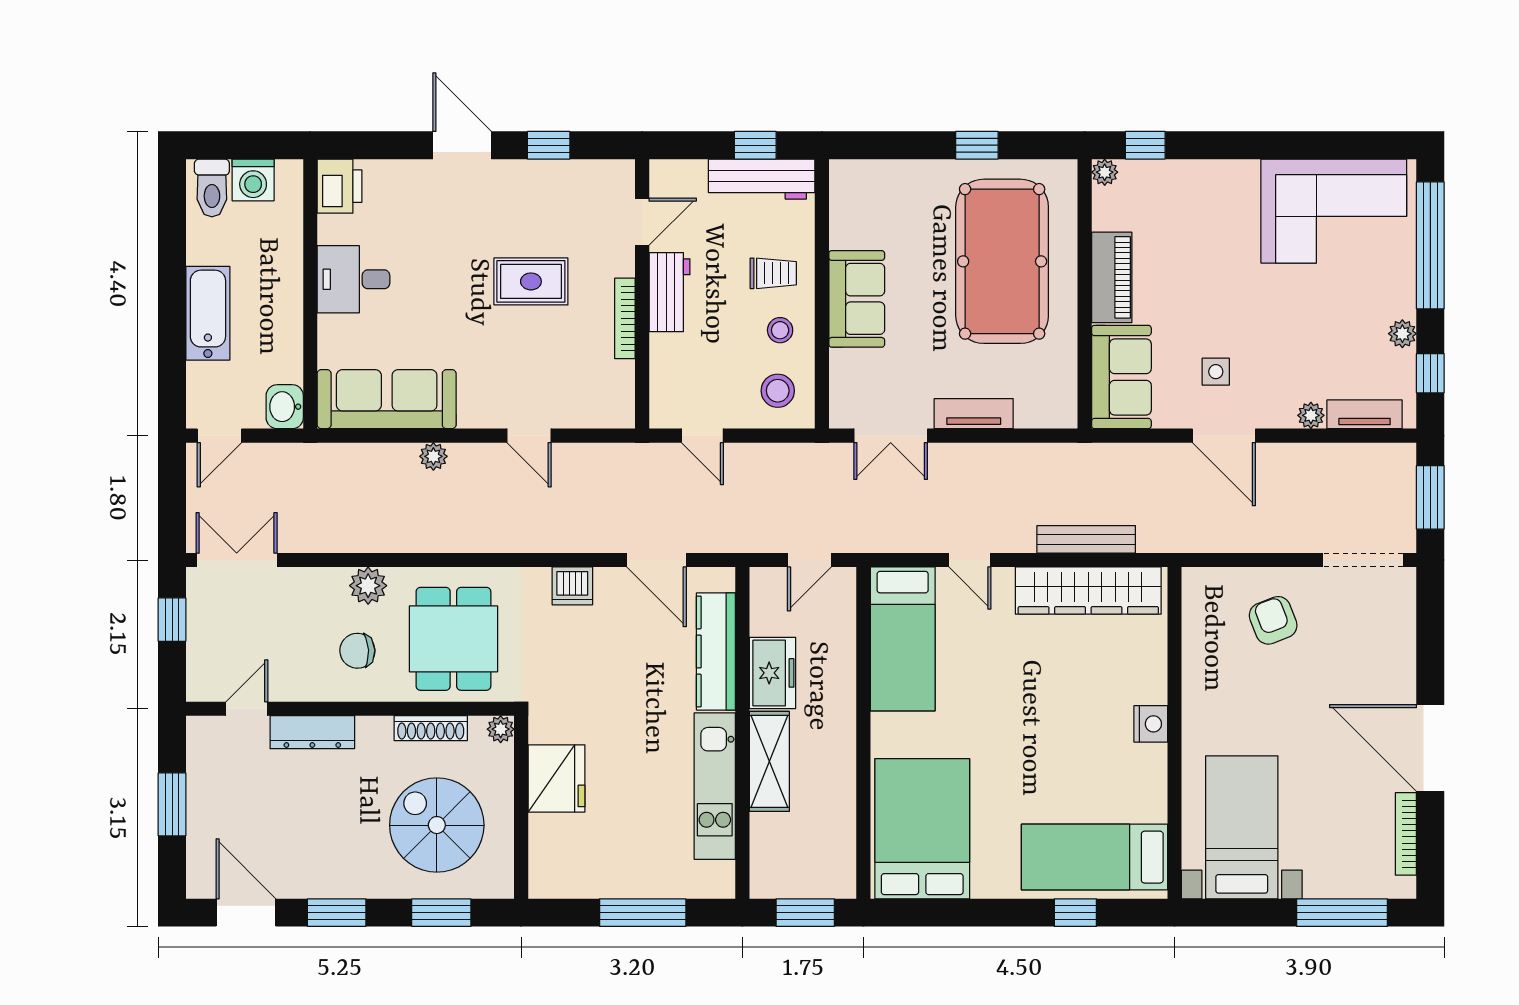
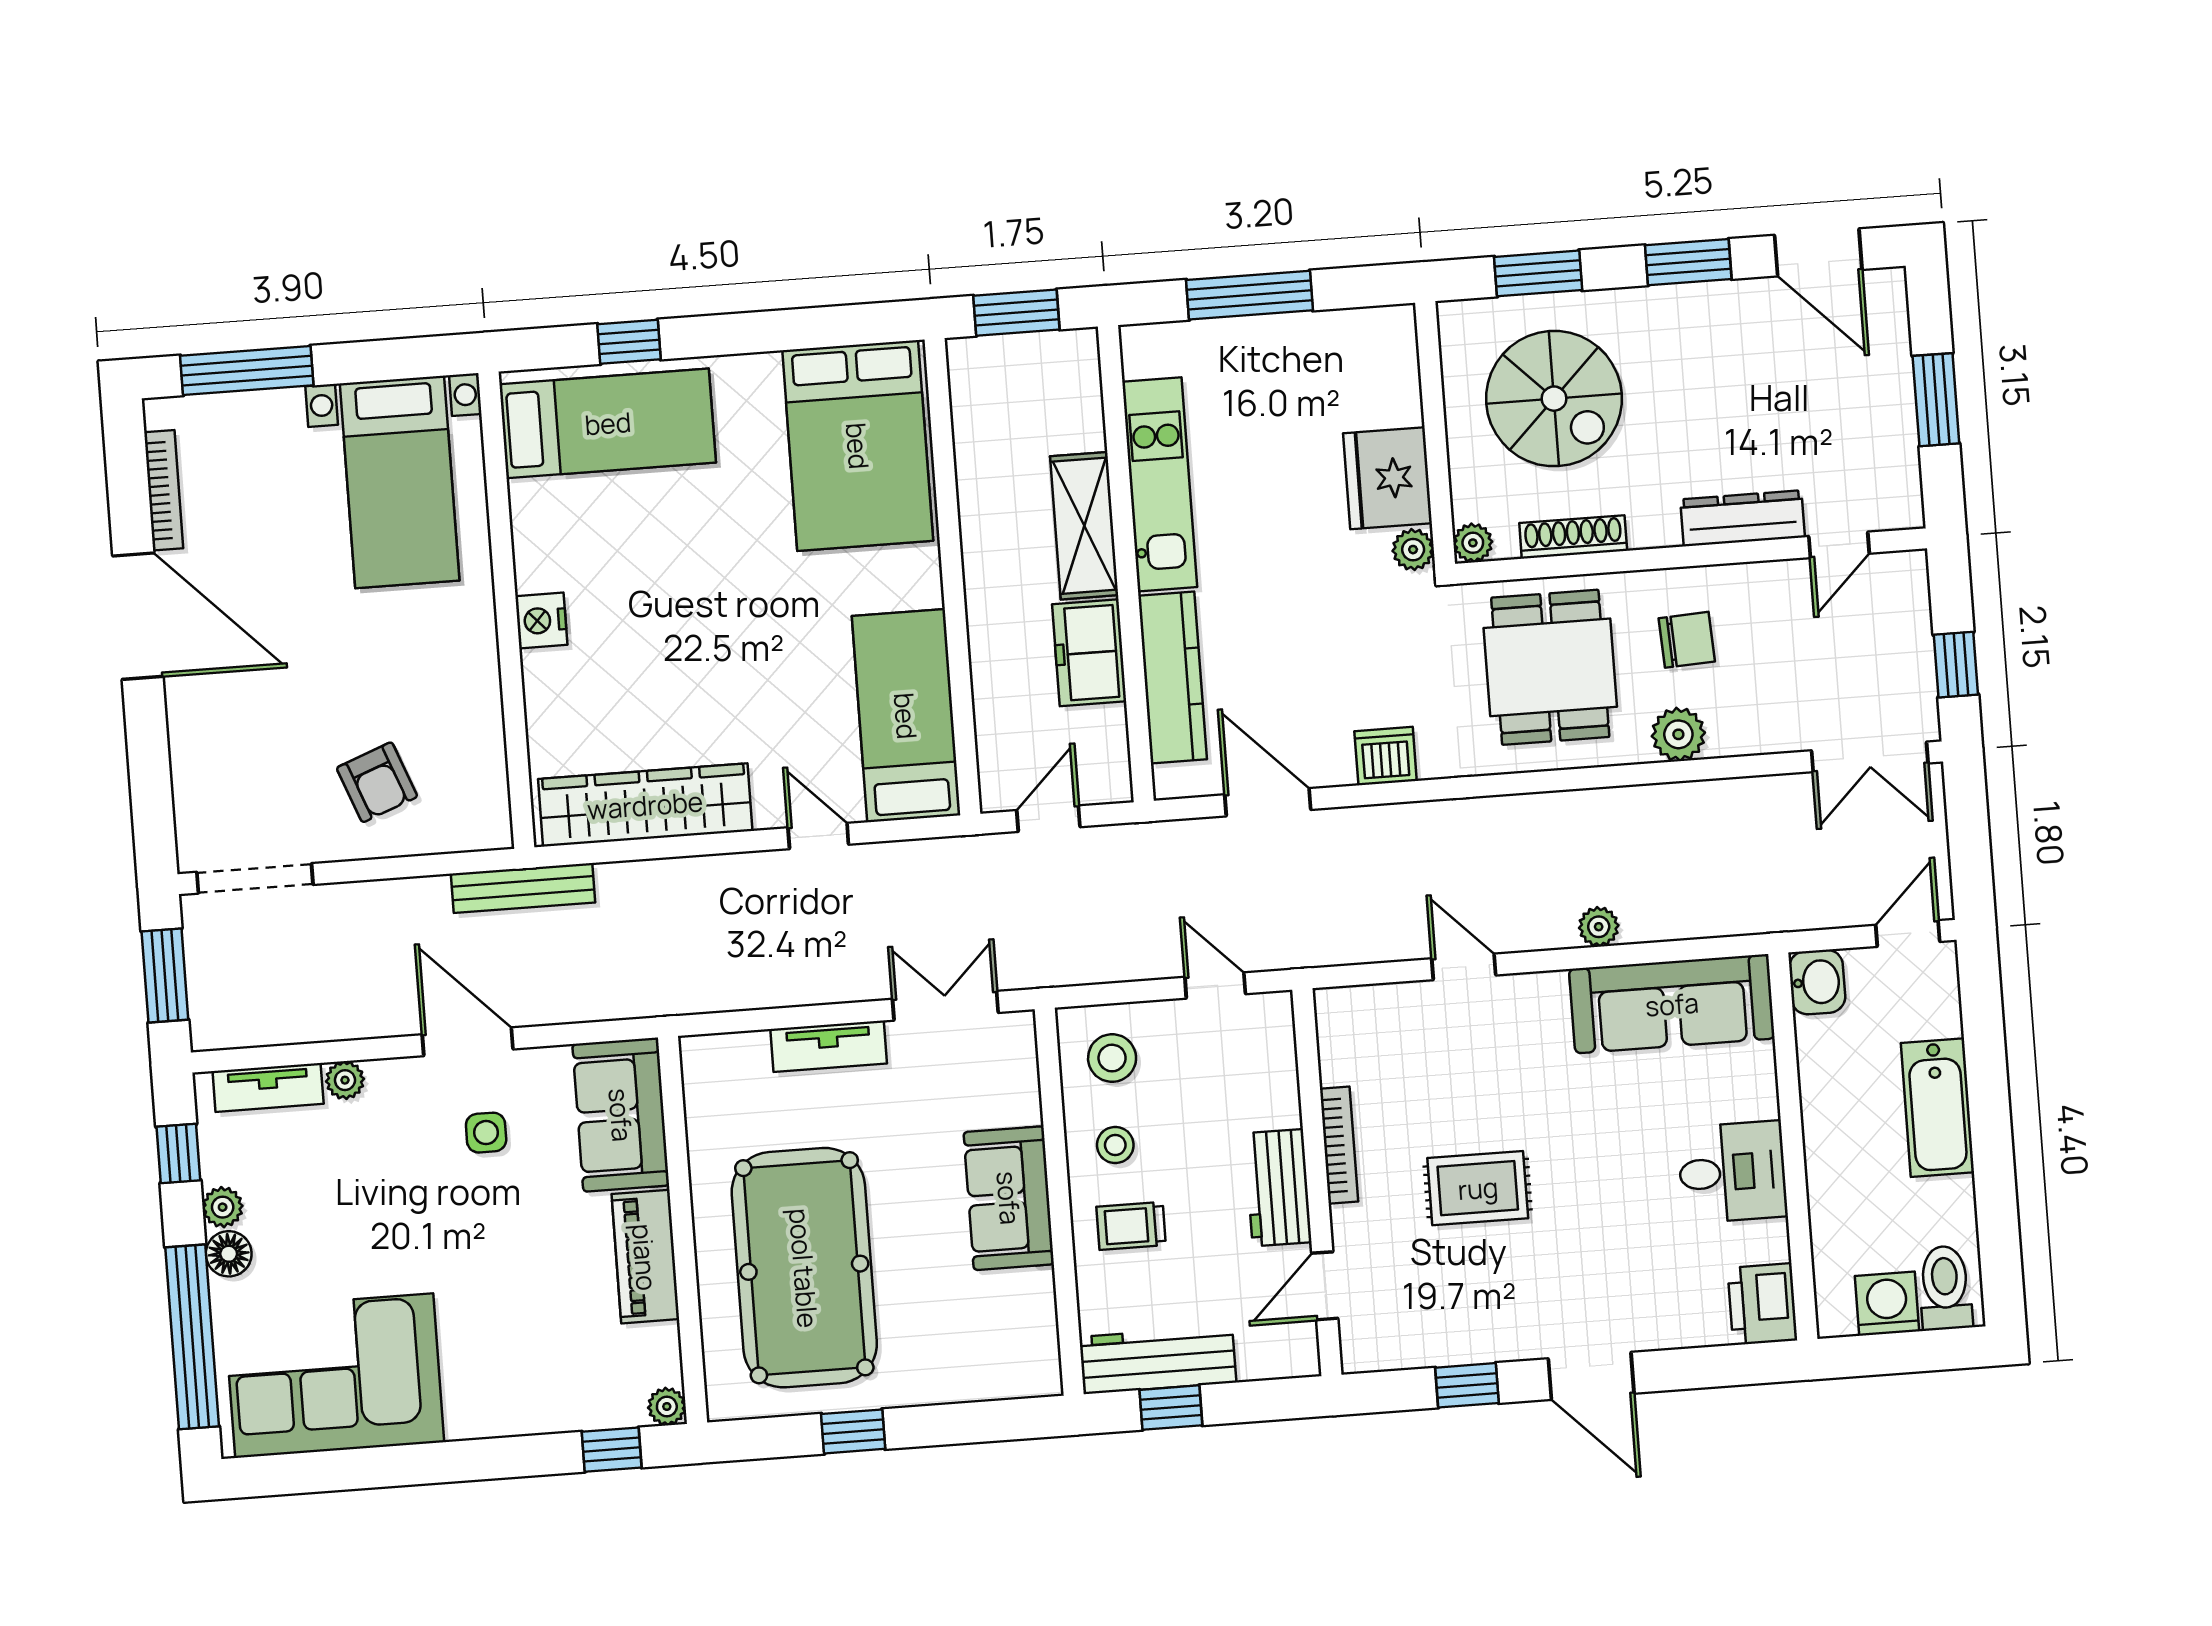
floor lamp: (1401, 301) -> (229, 1254), added
bench: (1086, 539) -> (523, 888), moved
plant: (542, 728) -> (1413, 550), added

